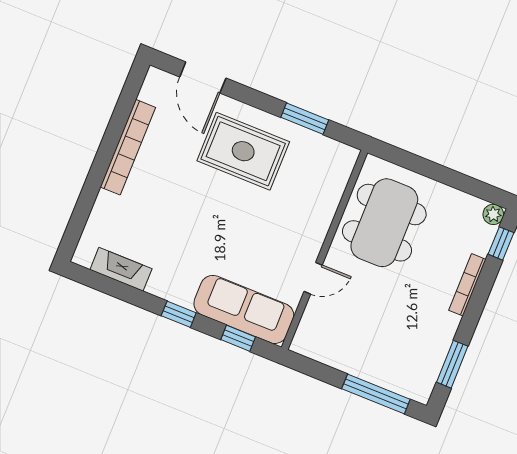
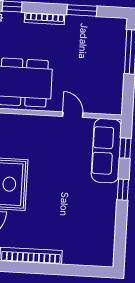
fireplace: (121, 269) -> (107, 234), removed
window: (452, 364) -> (82, 10), moved

